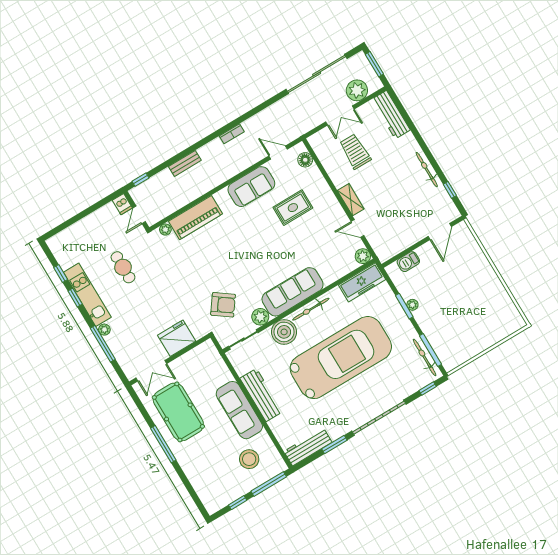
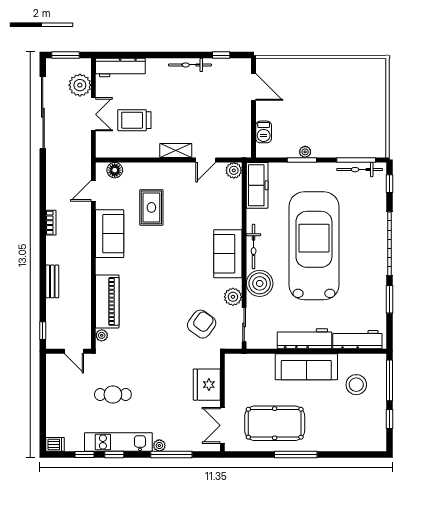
dishwasher: (122, 204) -> (55, 444), moved
sofa: (293, 292) -> (228, 254), width x0.73
double door: (151, 371) -> (222, 425), swing flipped
workbench: (308, 447) -> (357, 340), moved, turned 90

